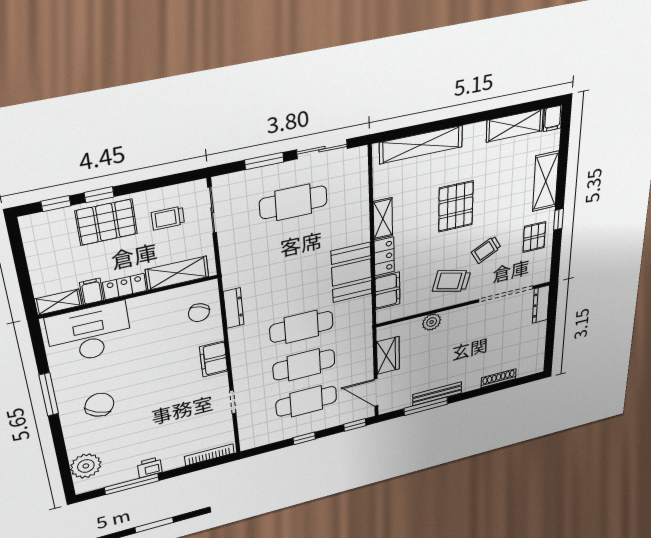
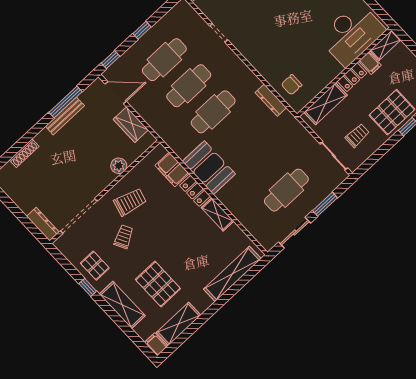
pallet: (456, 206) -> (158, 284), moved
chair: (199, 313) -> (292, 85), turned -111
filing cabinet: (214, 359) -> (257, 58), removed

